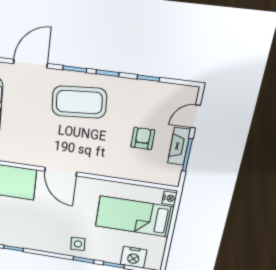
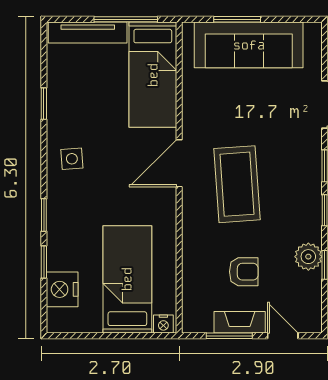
plant: (140, 90) -> (308, 257), added
coffee table: (79, 102) -> (237, 184), moved
side table: (78, 244) -> (72, 159), moved

